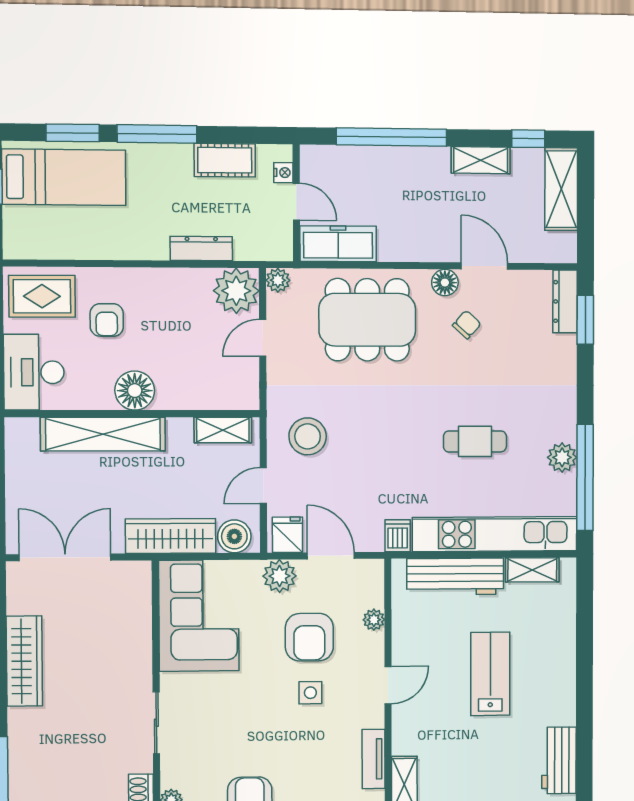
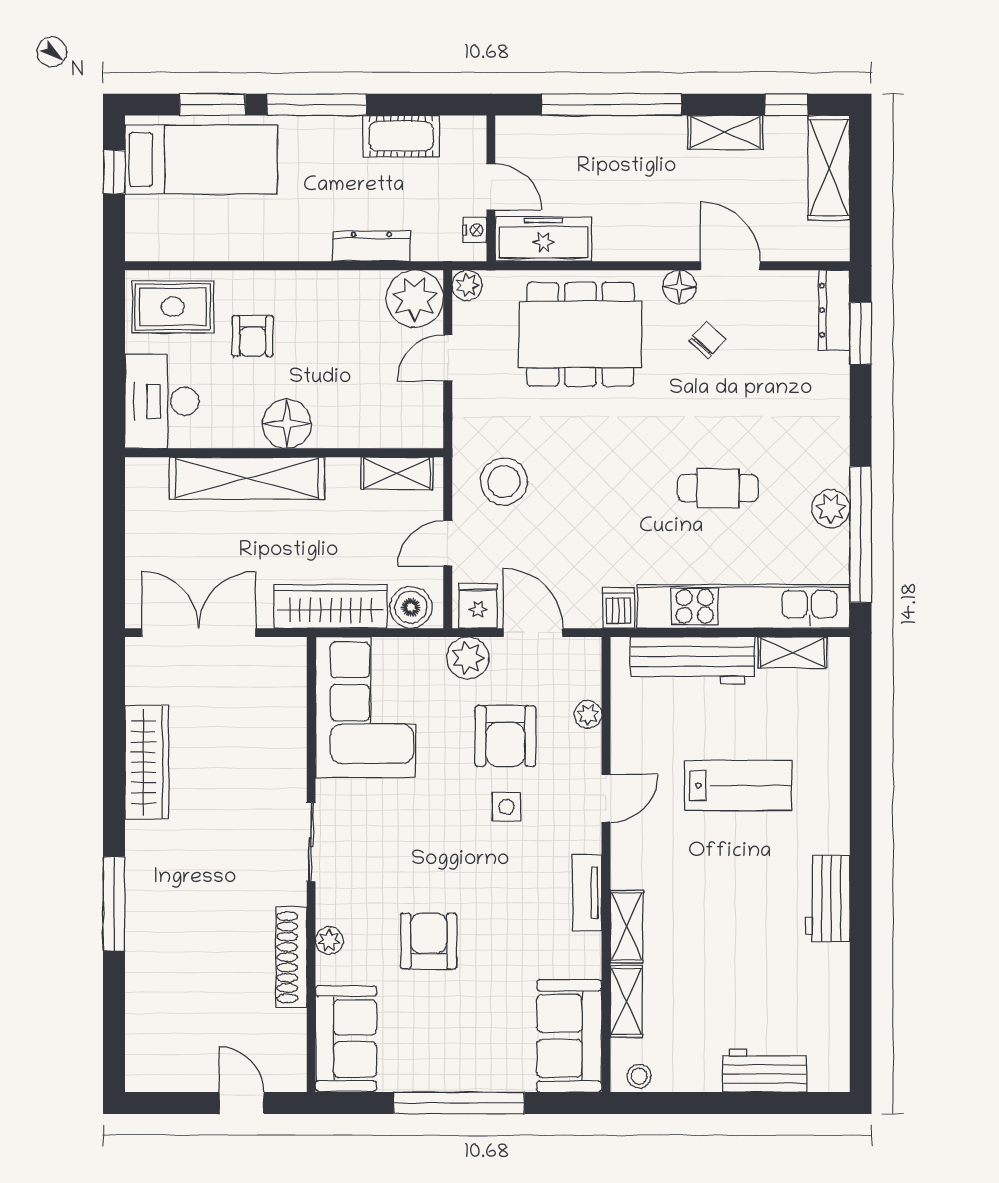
nightstand: (283, 173) -> (475, 230), moved
lab bench: (490, 674) -> (738, 786), turned 90

